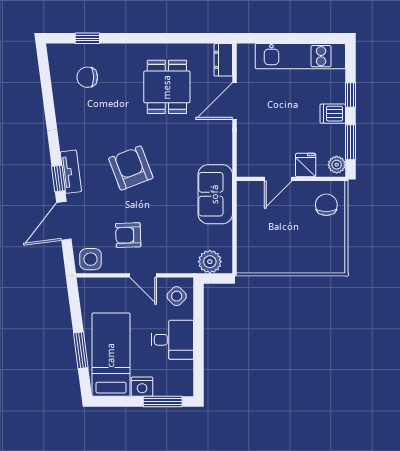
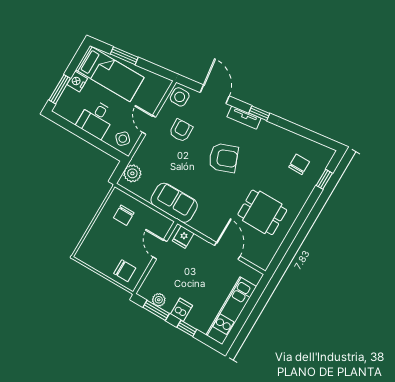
dresser: (223, 60) -> (258, 259), removed
fridge: (306, 165) -> (183, 237), moved, turned 90
plant: (337, 165) -> (159, 300), moved
window: (58, 179) -> (259, 113), moved
chair: (264, 243) -> (124, 215), added
door: (143, 275) -> (149, 125), hinge flipped

